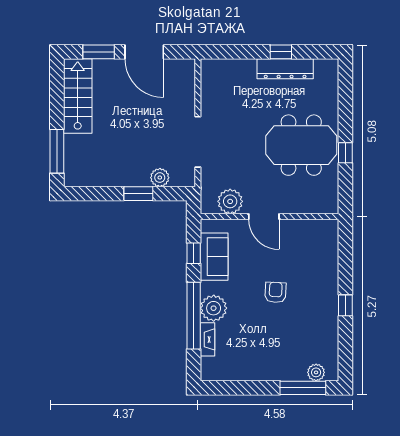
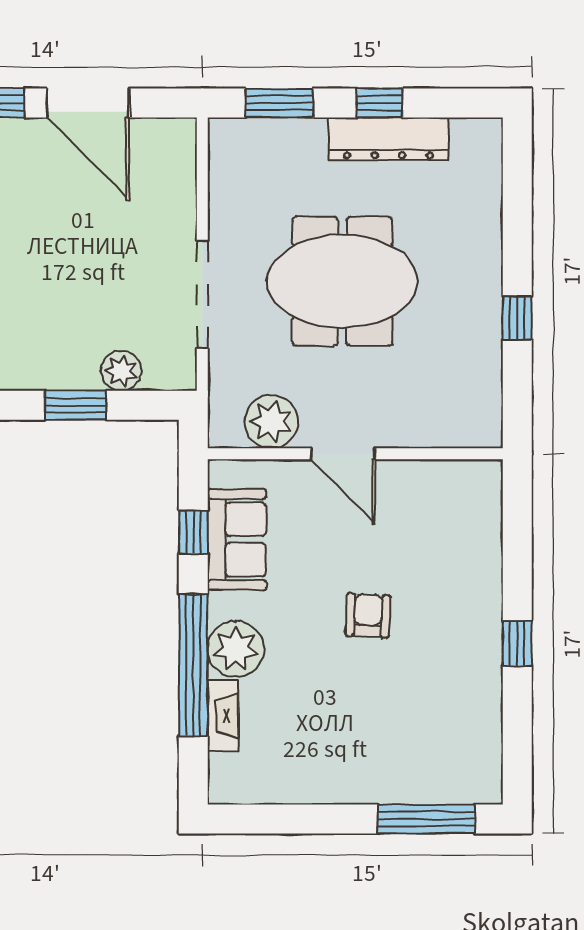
window: (234, 52) -> (279, 103), added
meeting table: (301, 145) -> (342, 281), moved
plant: (316, 372) -> (454, 786), removed

